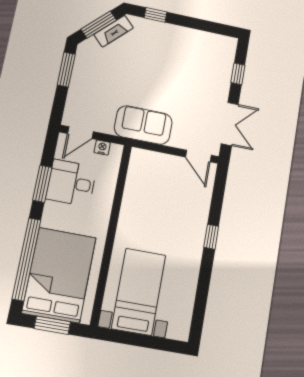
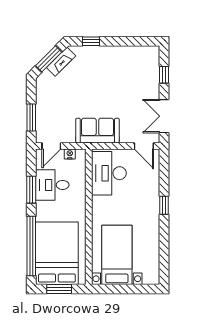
window: (66, 70) -> (31, 118), moved
double door: (230, 124) -> (164, 116), swing flipped
desk: (148, 182) -> (109, 173), added

